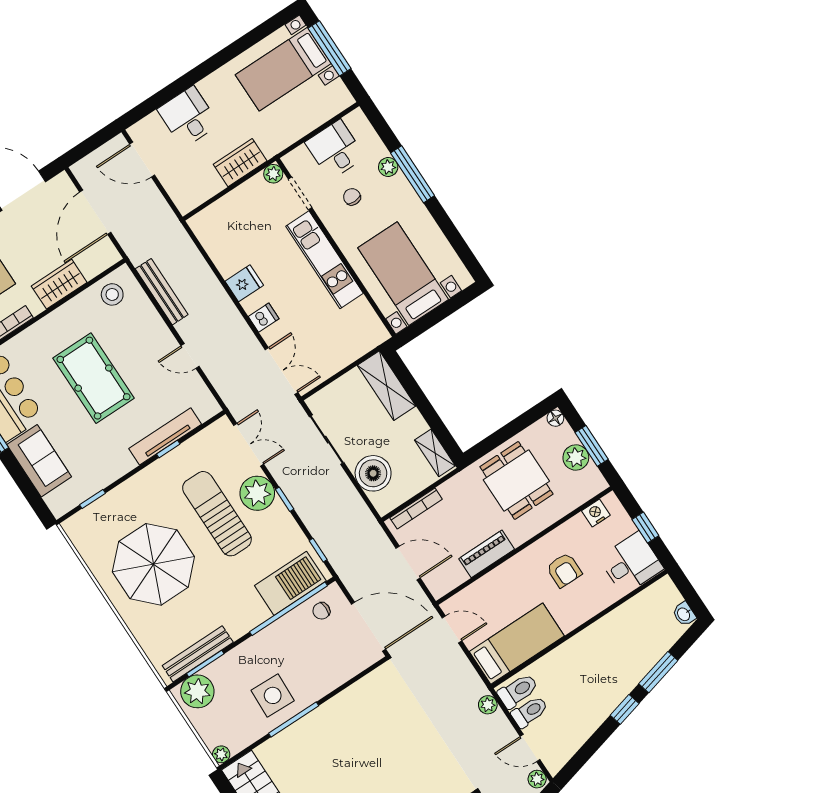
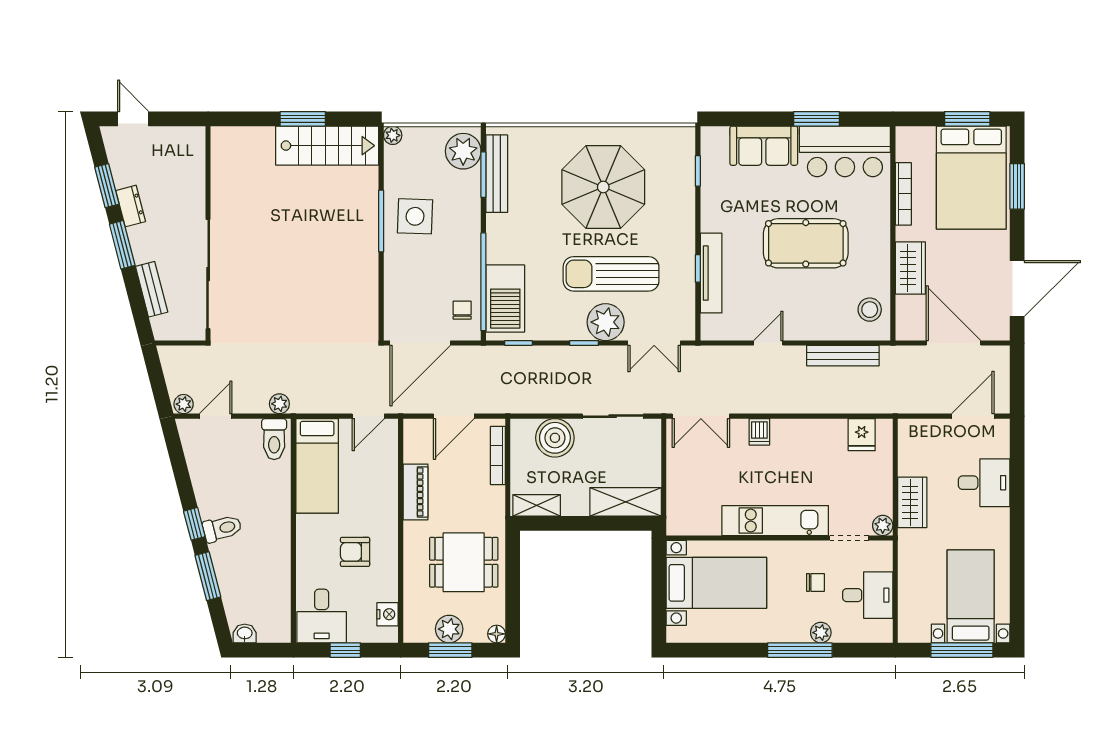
fridge: (244, 283) -> (862, 435), moved
sun lounger: (217, 514) -> (611, 274), turned 180
toilet: (530, 712) -> (222, 528), moved, turned -104

